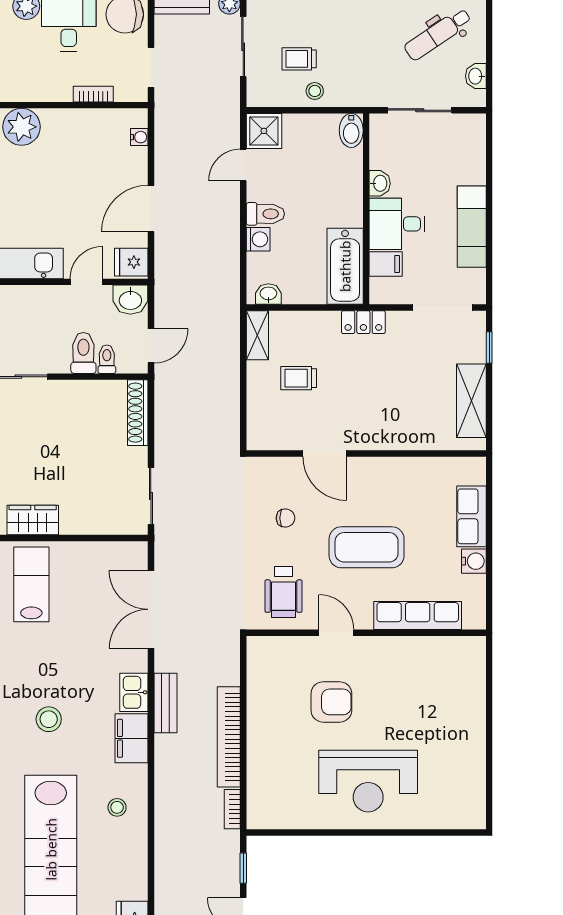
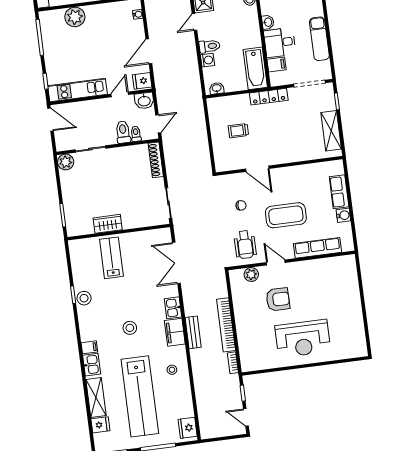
locker: (363, 322) -> (269, 97), width x1.53
shelving: (257, 335) -> (214, 111), removed
plant: (288, 649) -> (251, 274), added
bench: (165, 703) -> (193, 332), moved

